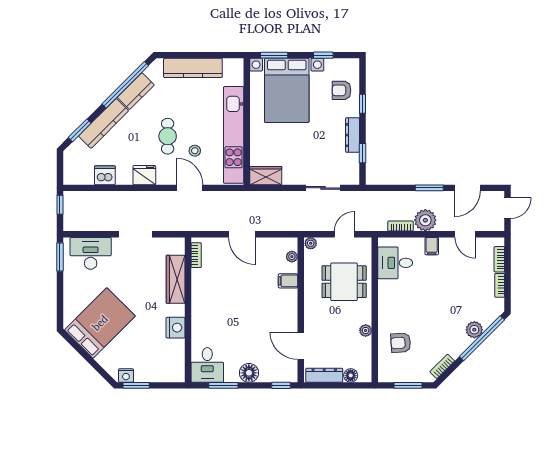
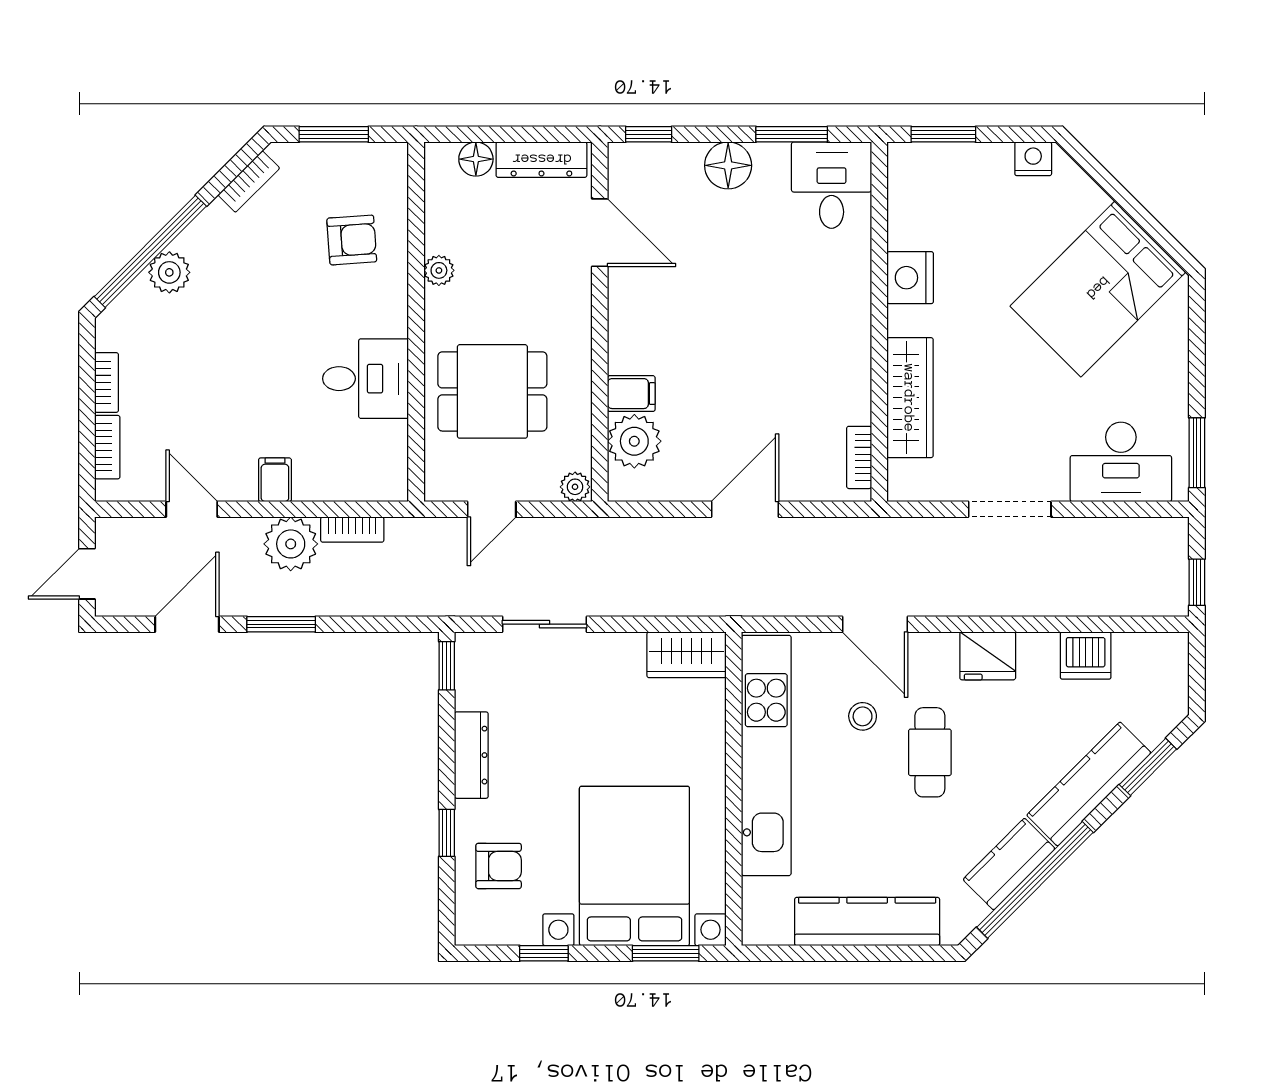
window: (362, 153) -> (447, 666), moved
door: (242, 234) -> (745, 509), hinge flipped
plant: (292, 257) -> (634, 441), width x1.87, depth x1.87
desk: (395, 263) -> (366, 379), moved
window: (136, 385) -> (943, 134), moved

